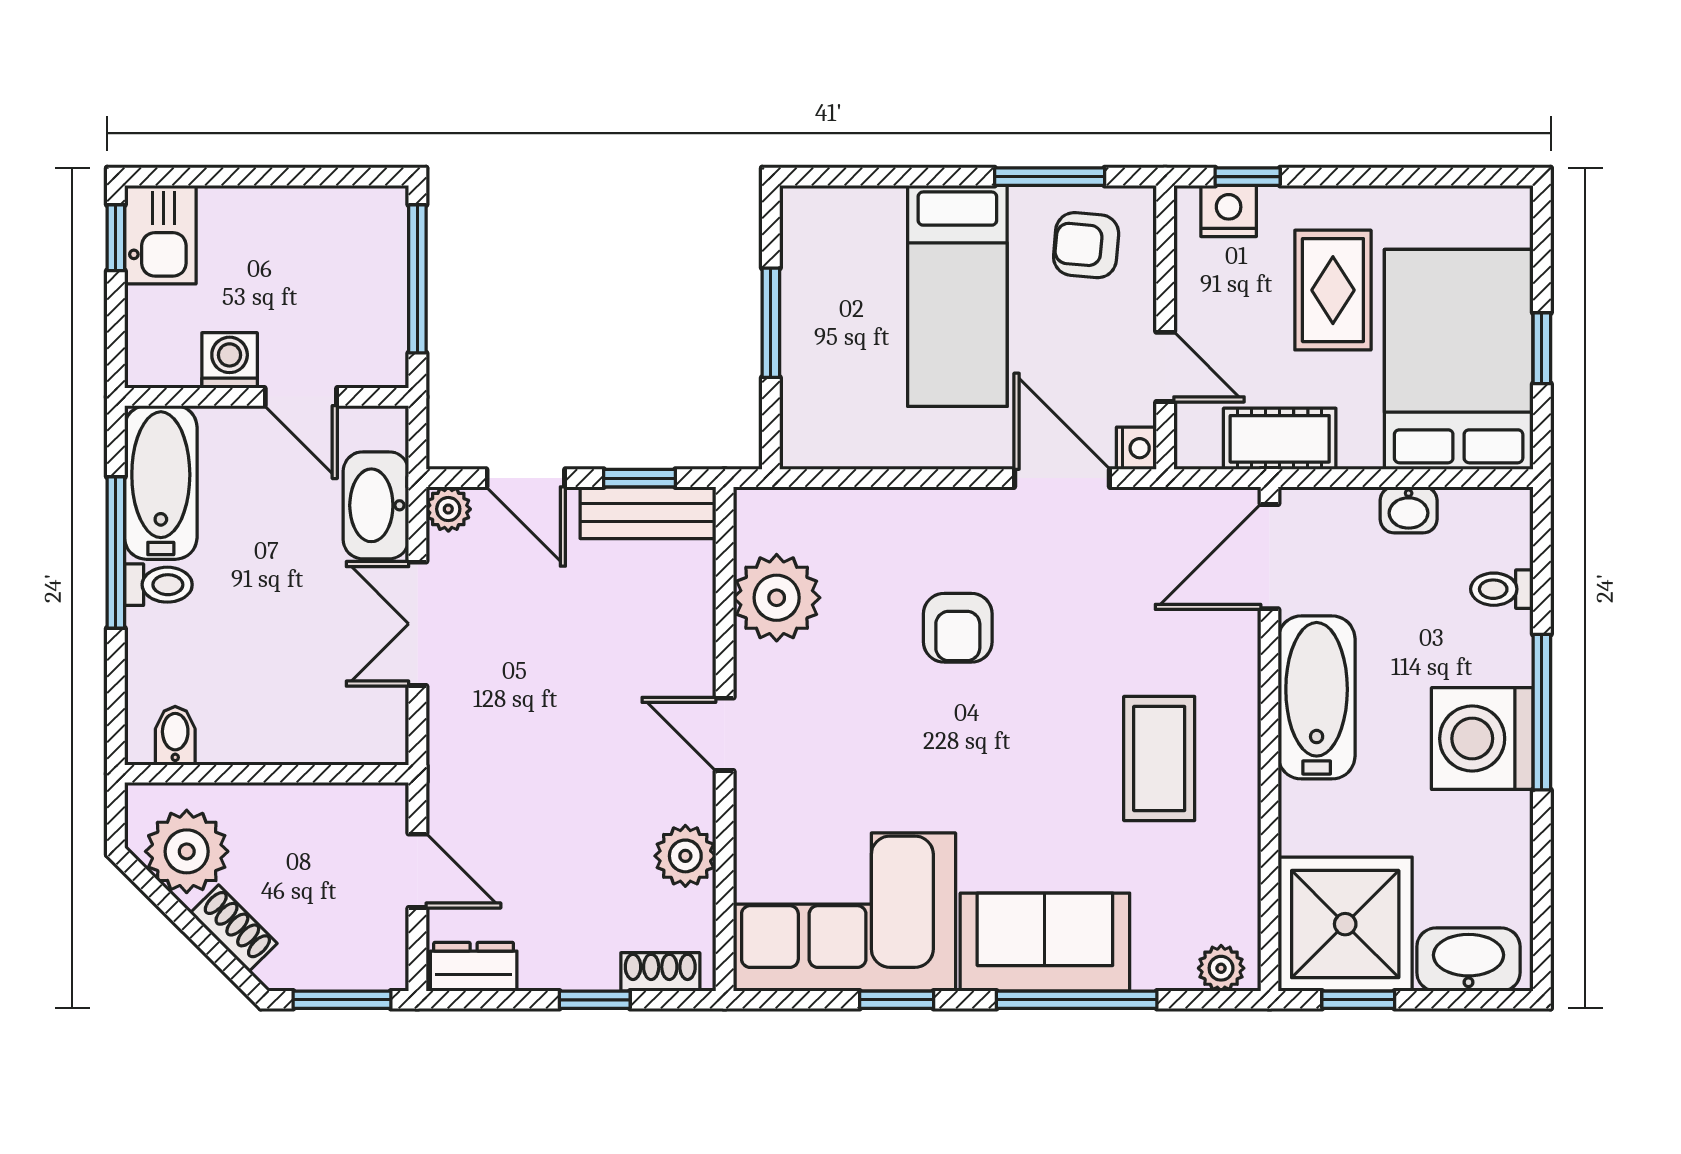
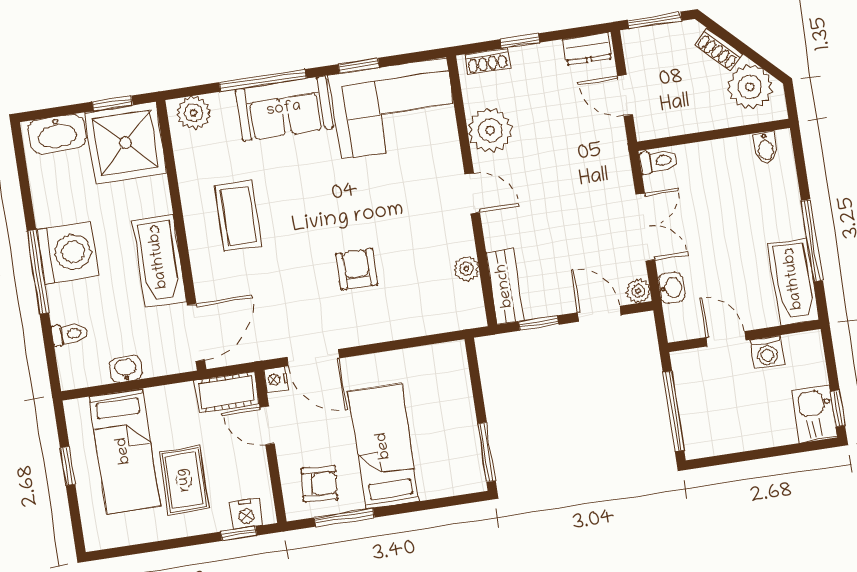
window: (771, 323) -> (487, 452), moved
bed: (1459, 359) -> (124, 451), width x0.67
cot: (1280, 439) -> (227, 392), moved
washbasin: (376, 505) -> (672, 288), width x0.52, depth x0.69
bench: (648, 513) -> (505, 286), moved, turned 90
toilet: (158, 585) -> (658, 161), moved, turned 180
plant: (777, 598) -> (466, 269), width x0.53, depth x0.53
plant: (685, 856) -> (490, 130), width x1.36, depth x1.36
plant: (1221, 968) -> (194, 113), width x1.38, depth x1.38

